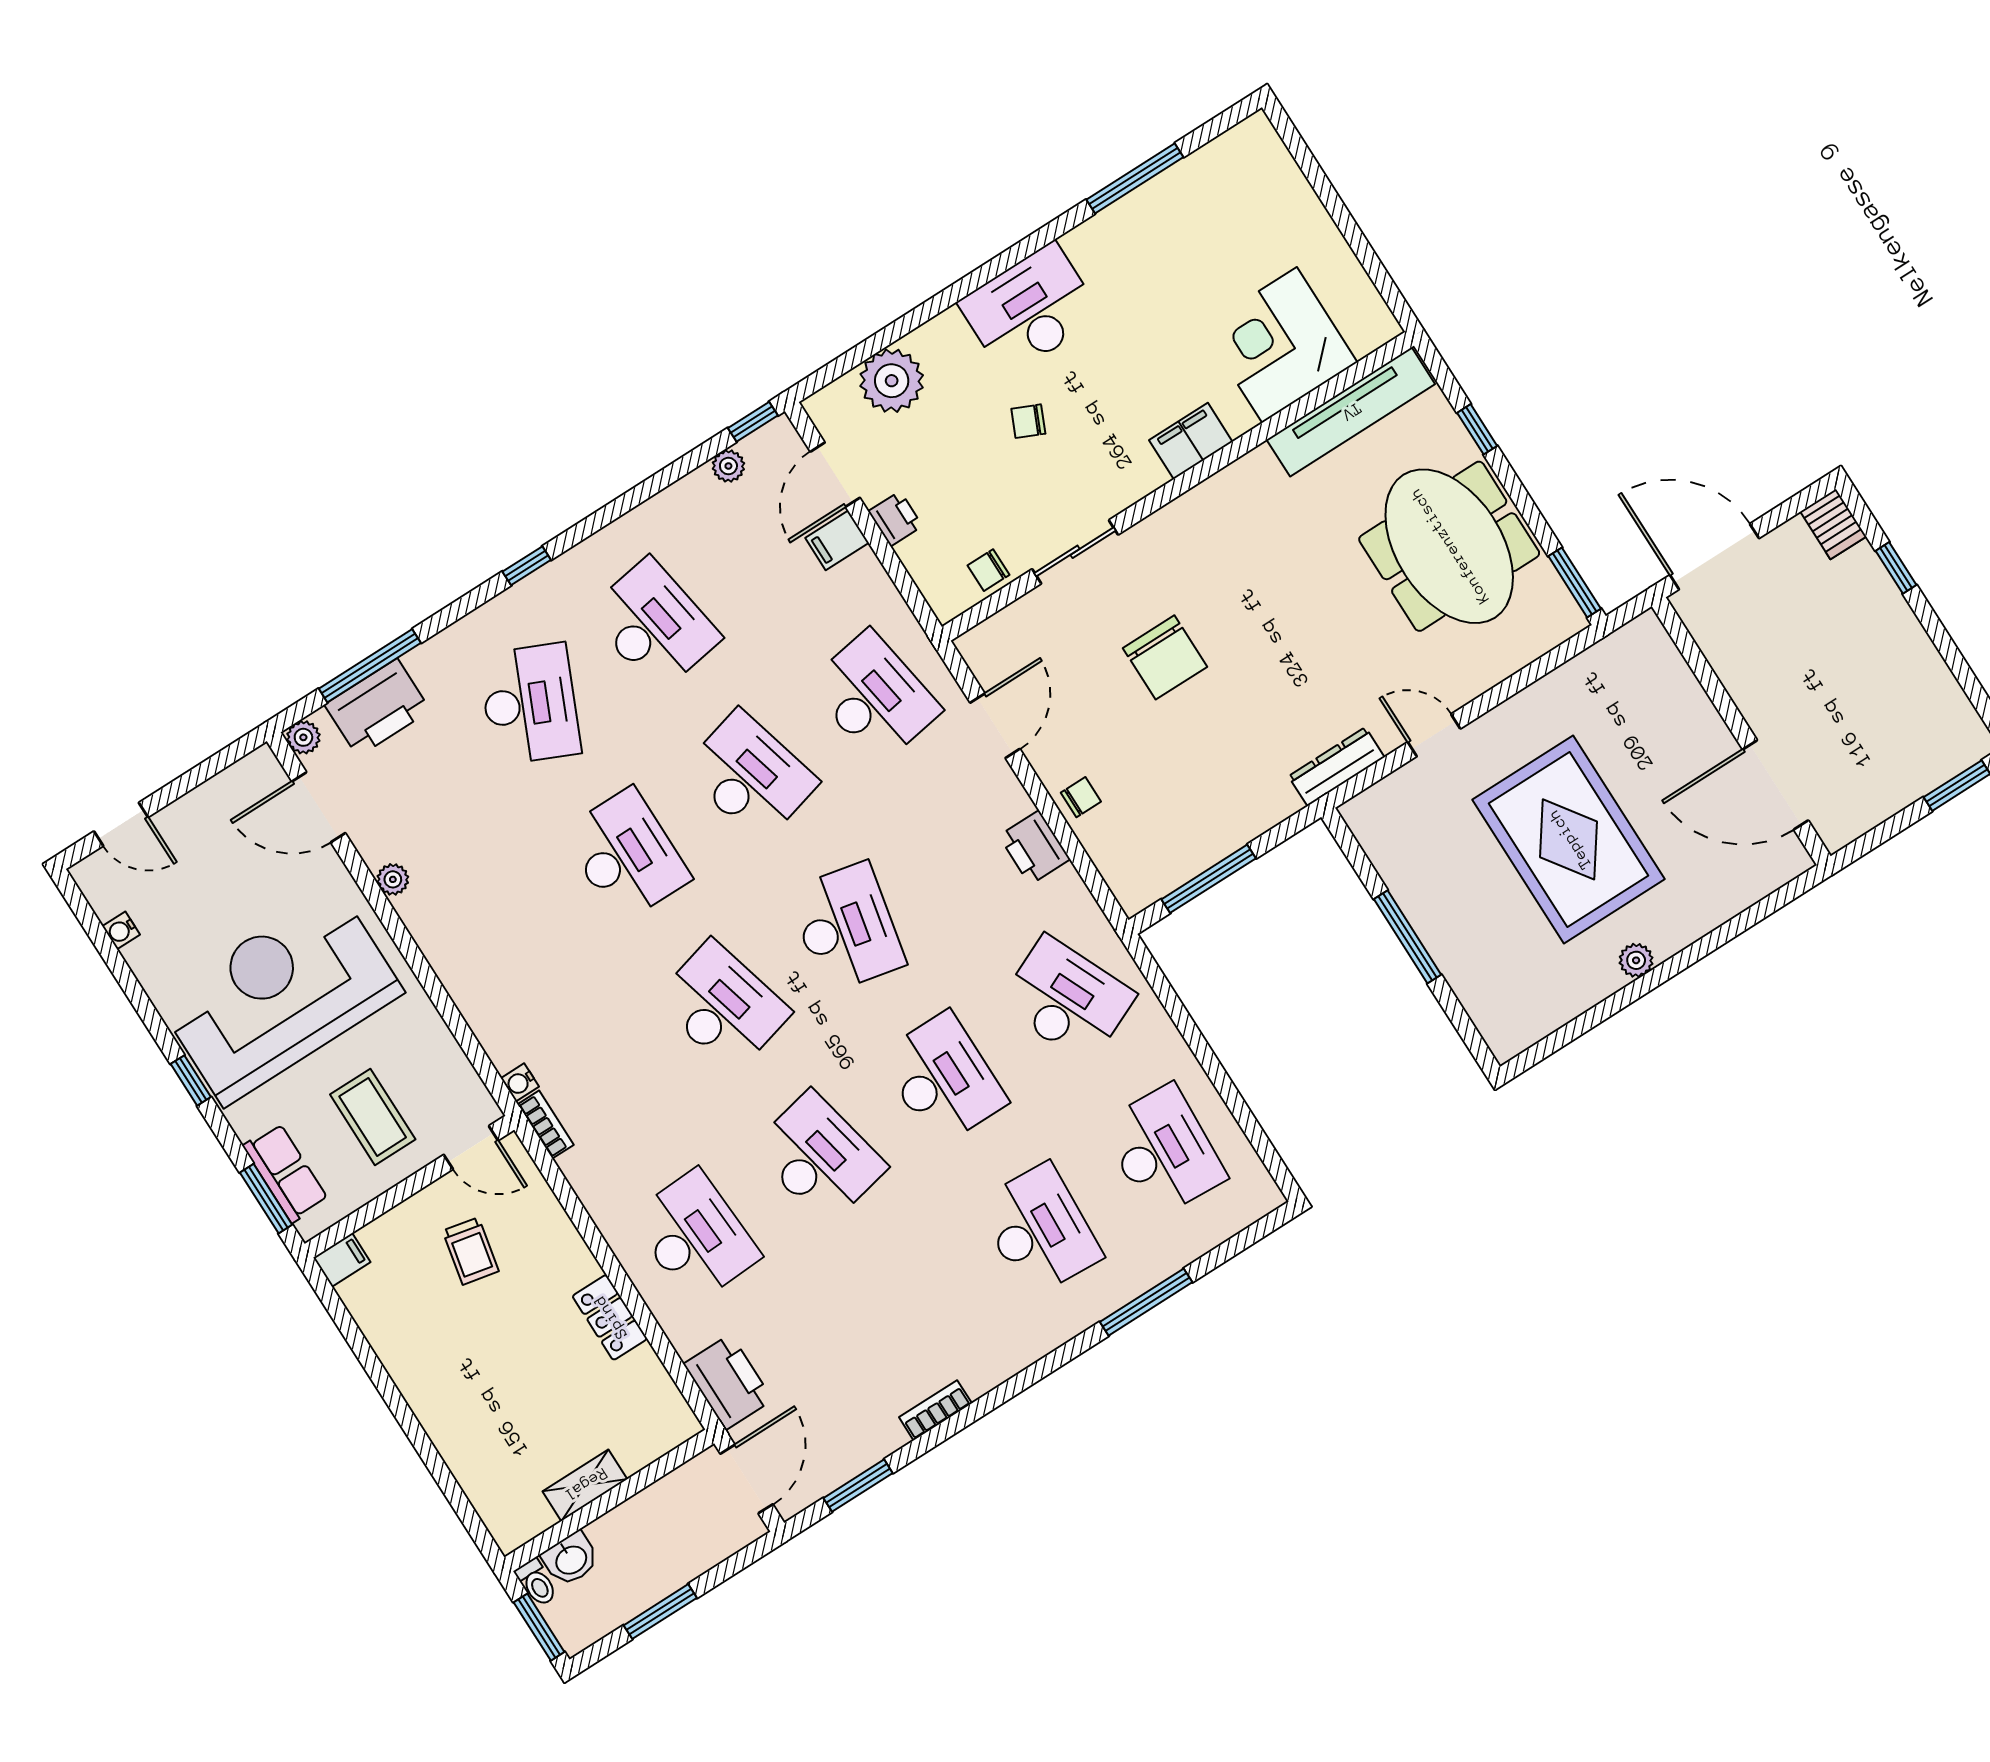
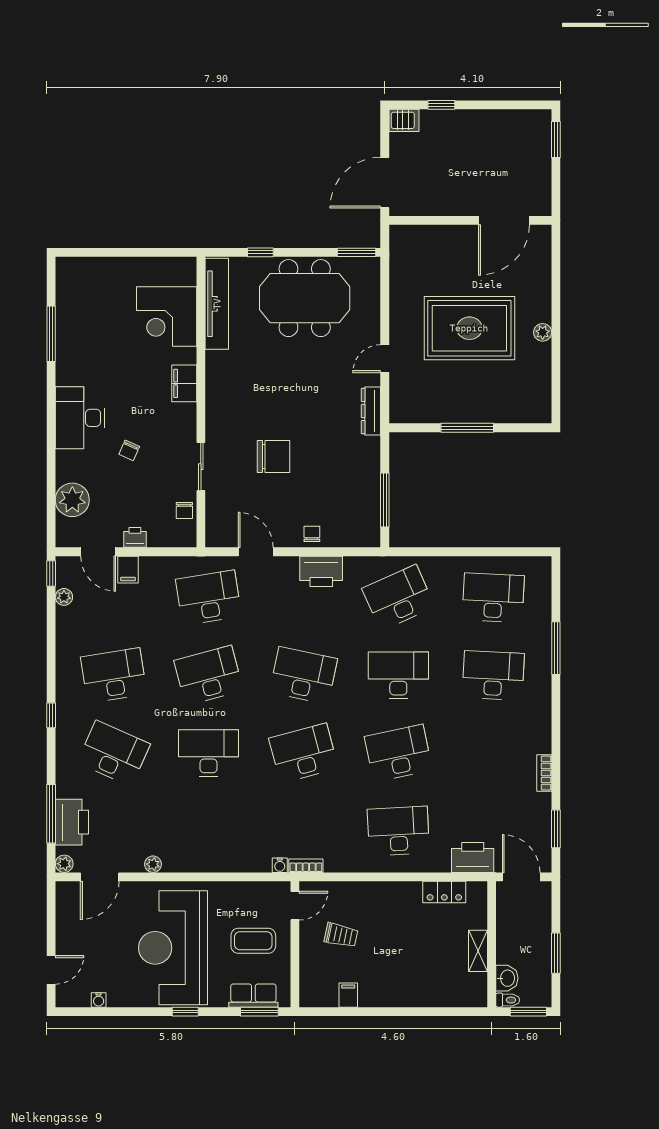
printer: (1034, 848) -> (321, 571), width x1.37, depth x1.19
filing cabinet: (342, 1260) -> (348, 995), moved
locker: (610, 1317) -> (444, 892), moved

